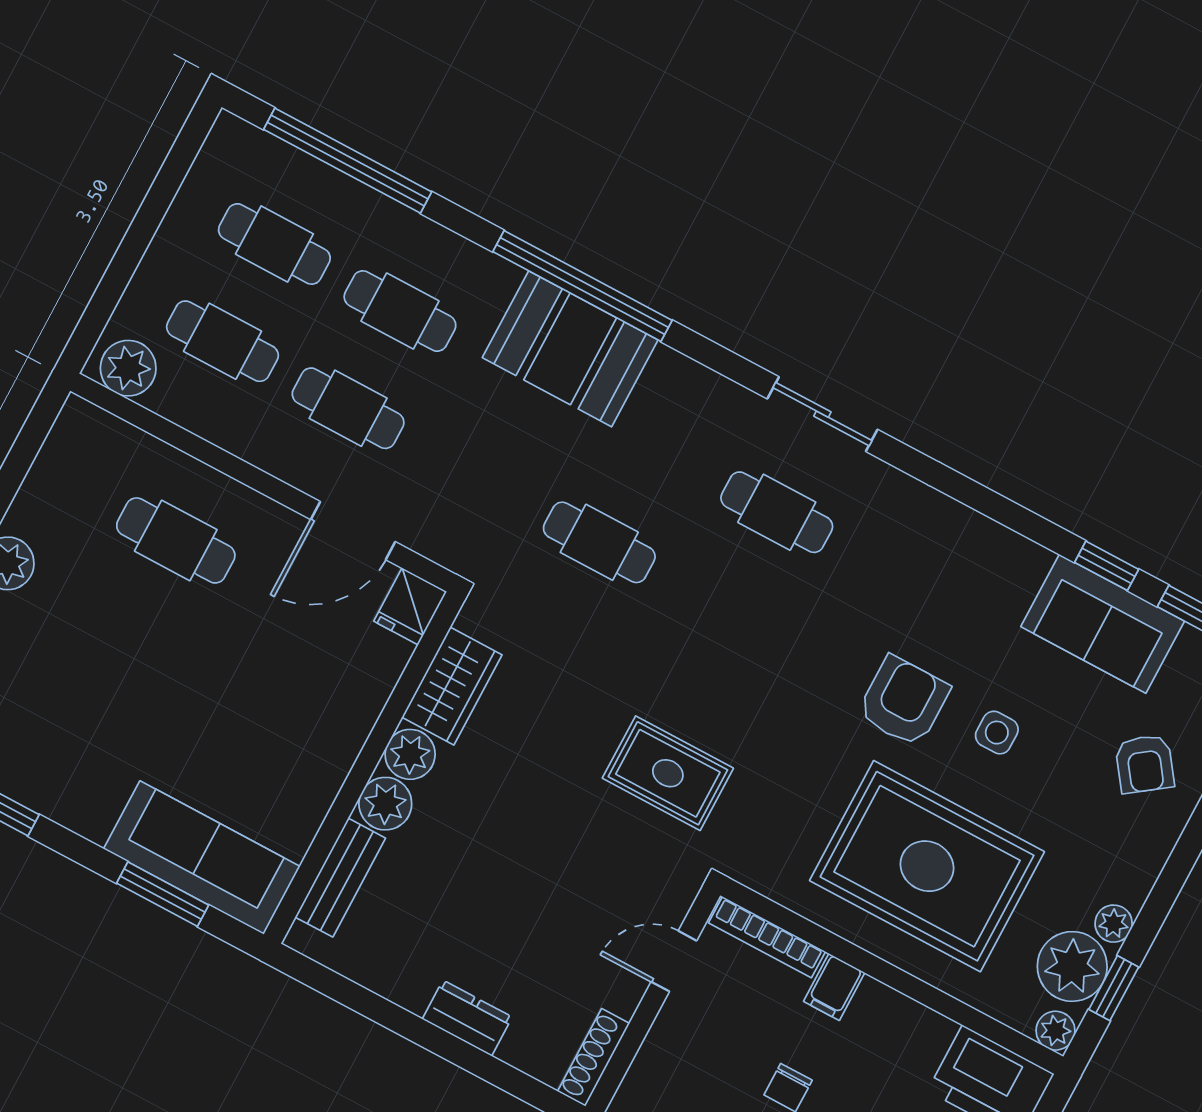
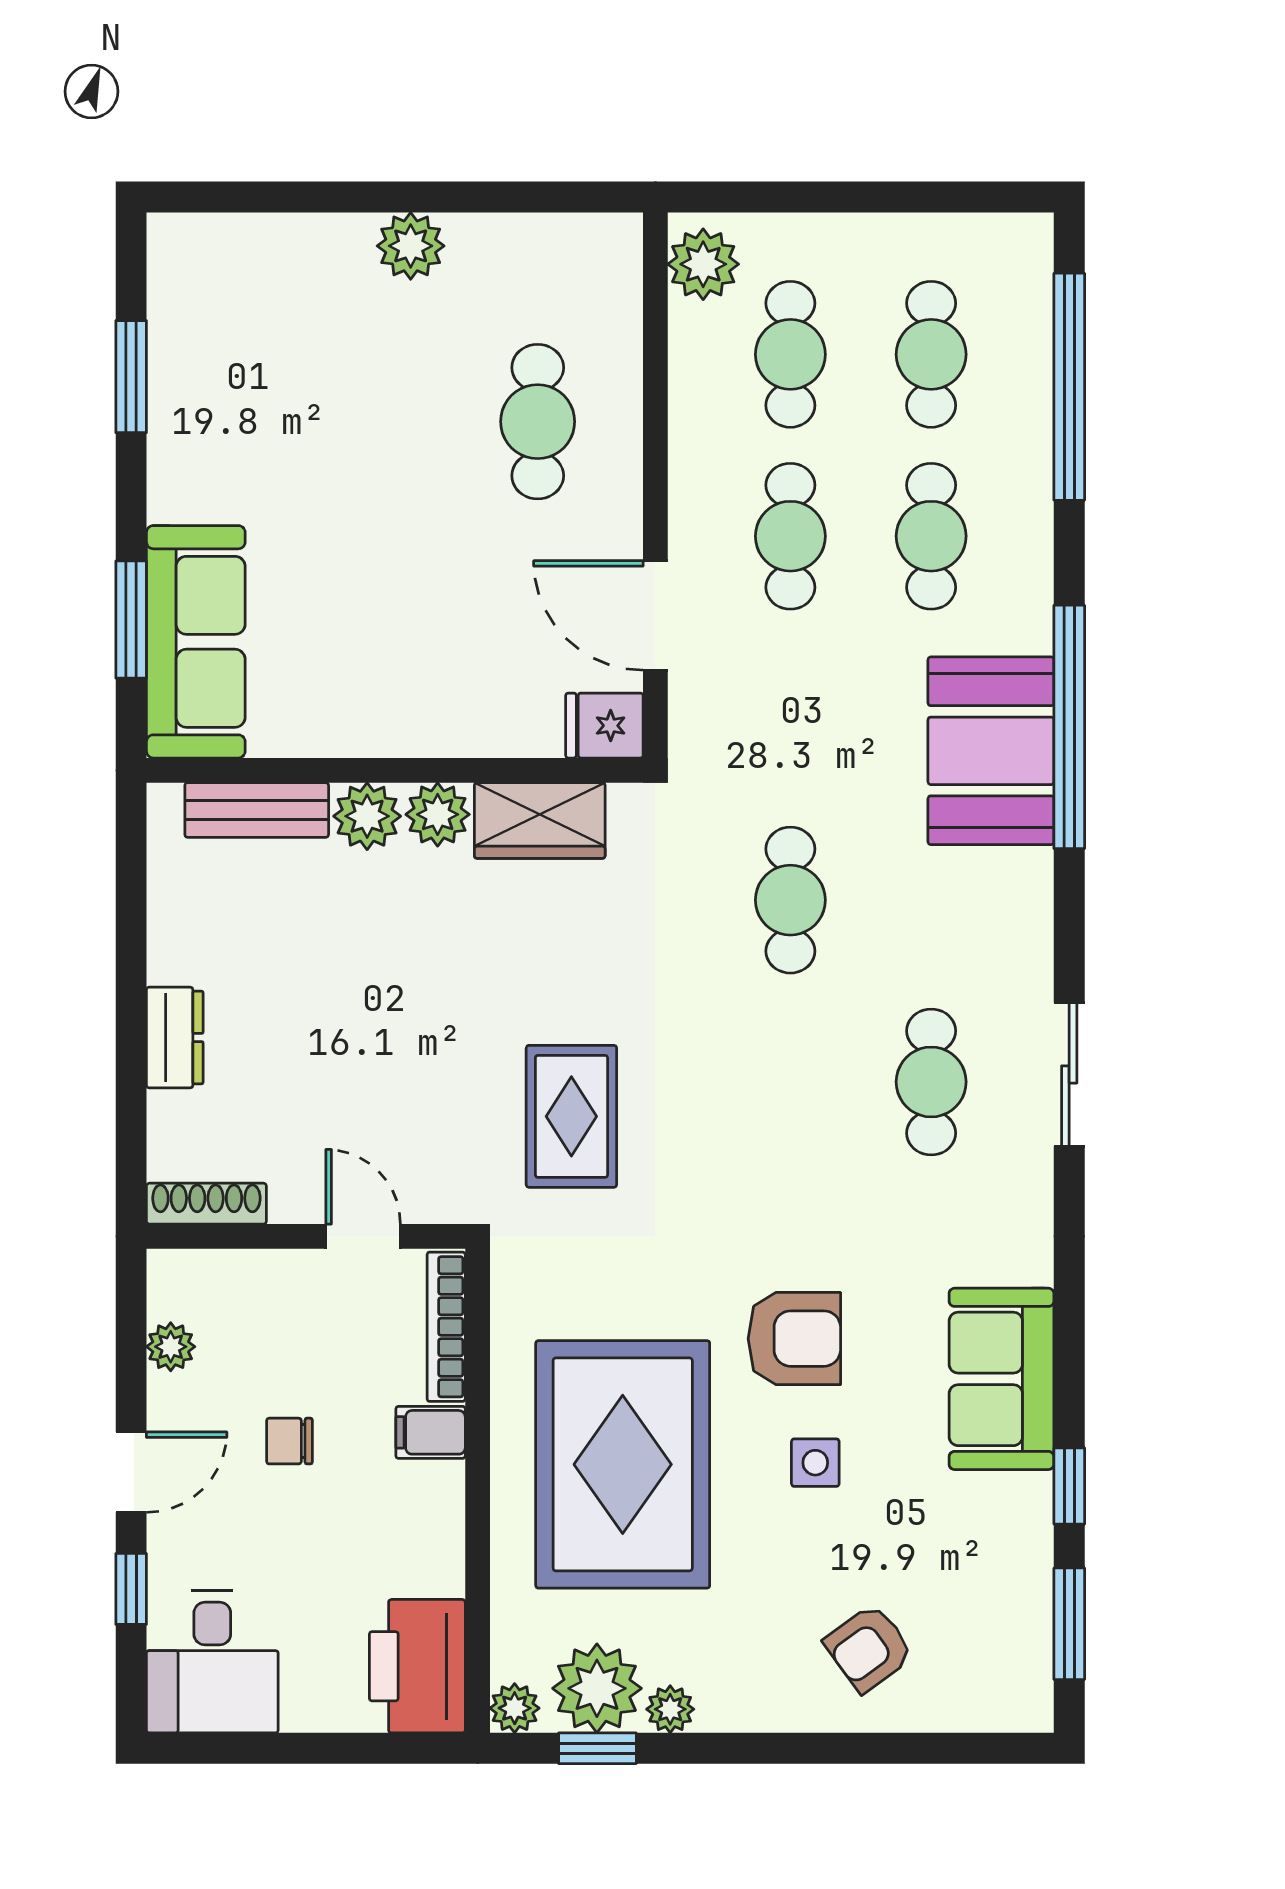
sofa: (1103, 624) -> (1001, 1379), moved

